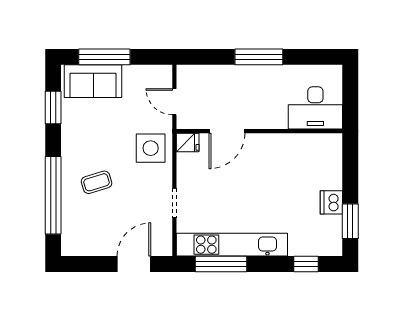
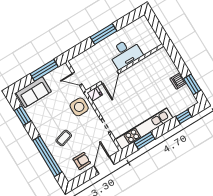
window: (104, 57) -> (44, 70), moved
desk: (315, 108) -> (125, 53), moved
armchair: (103, 236) -> (82, 161), added
window: (221, 264) -> (145, 141), width x0.69

